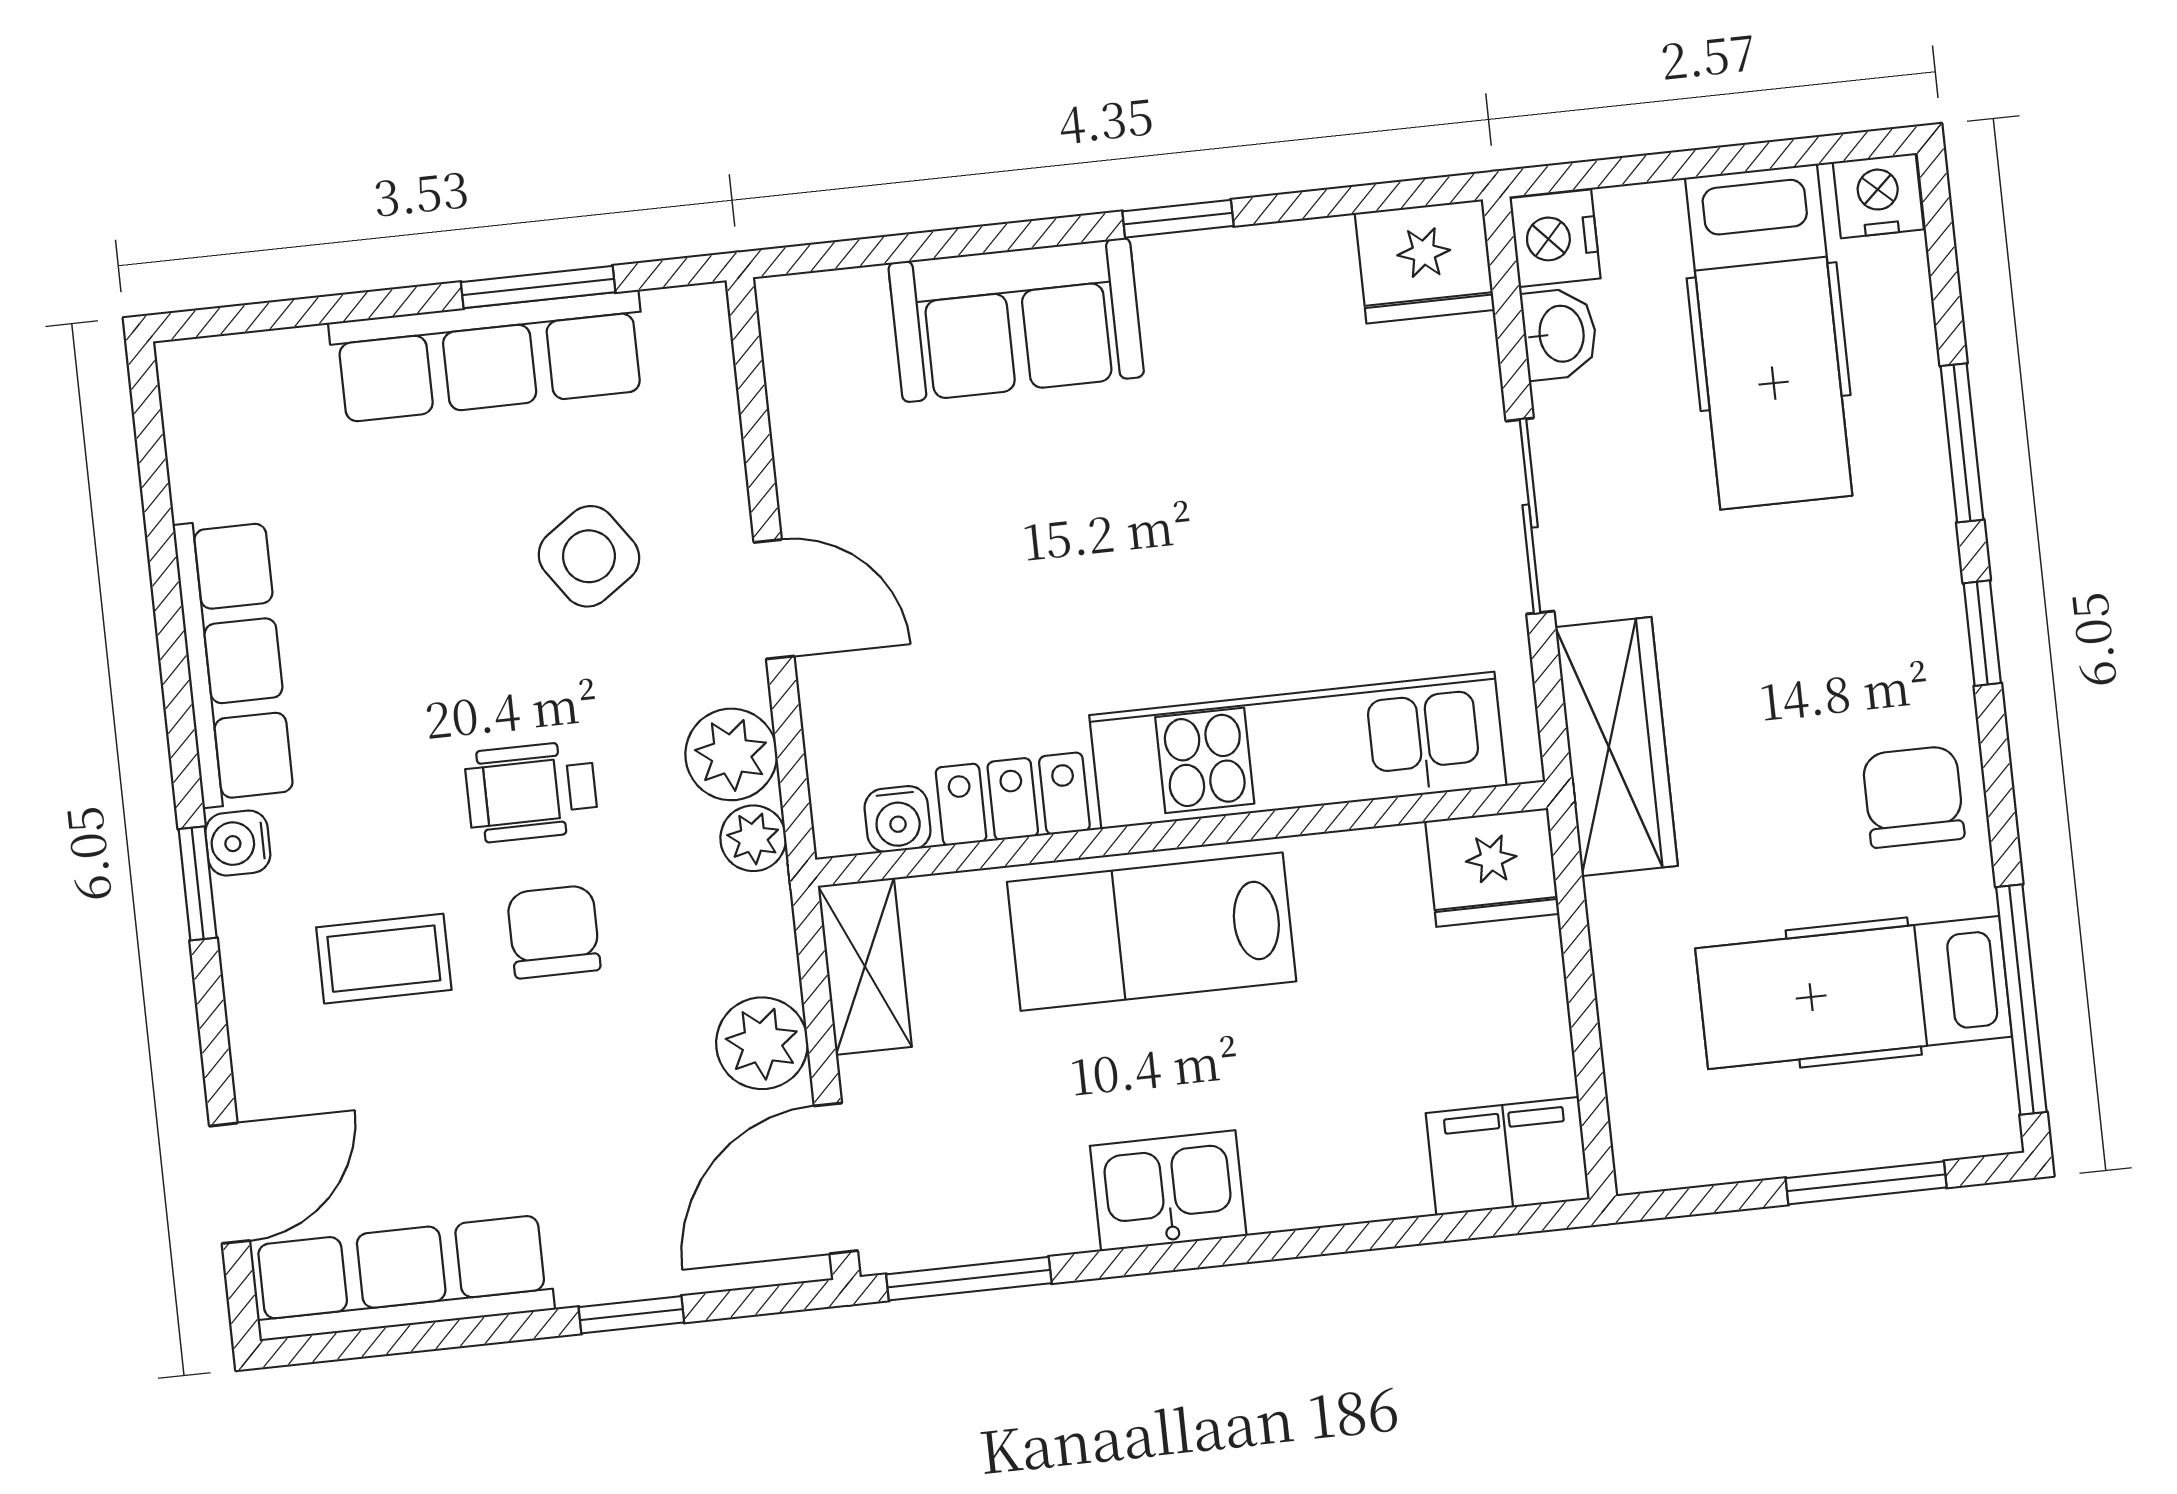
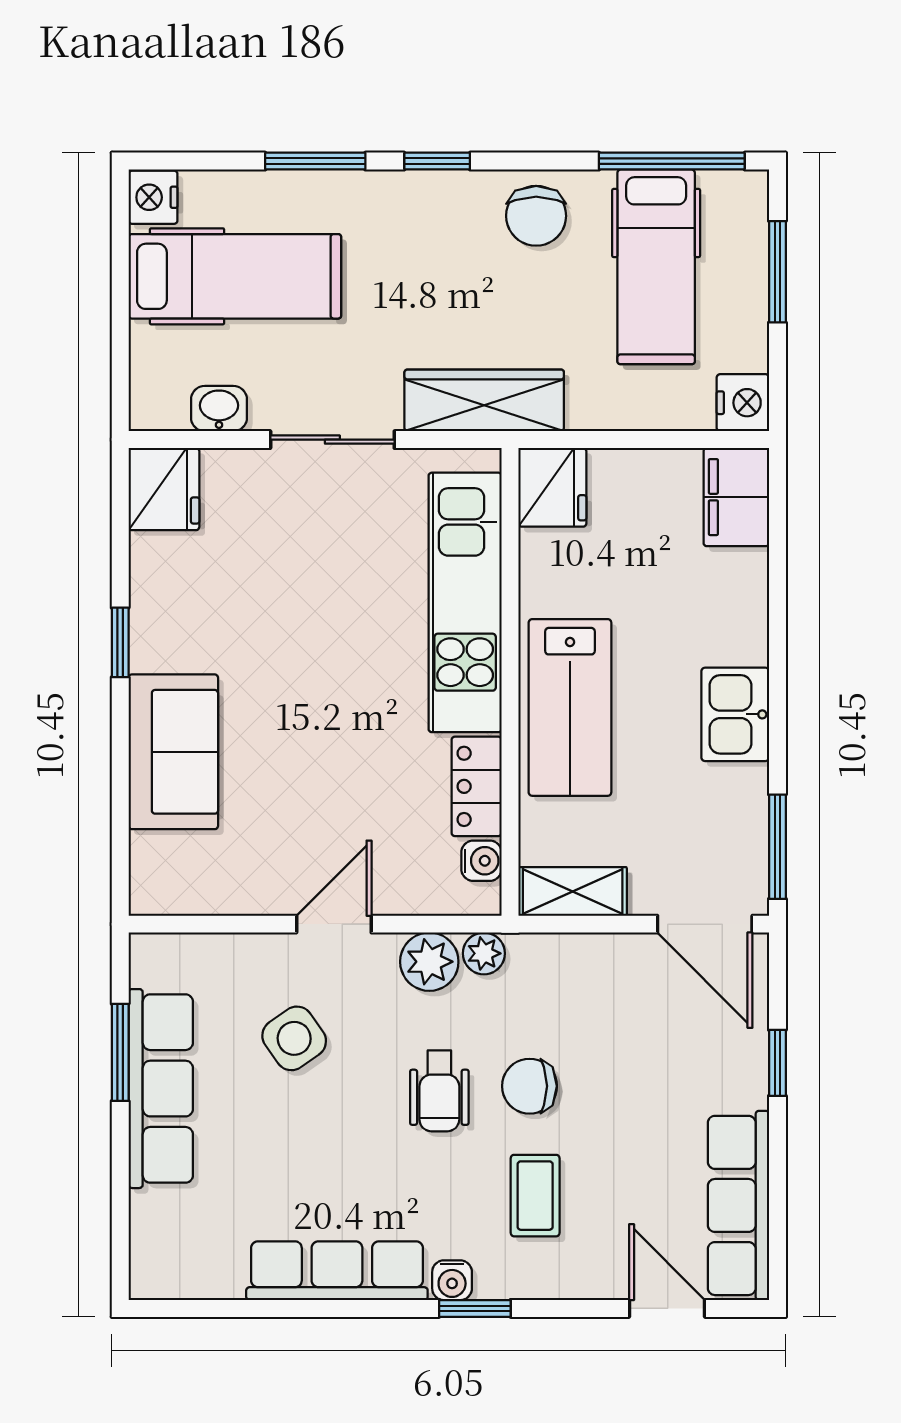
nightstand: (1555, 238) -> (743, 403), moved, turned -90
chair: (1913, 797) -> (536, 216), turned -90
plant: (762, 1043) -> (614, 962), removed

